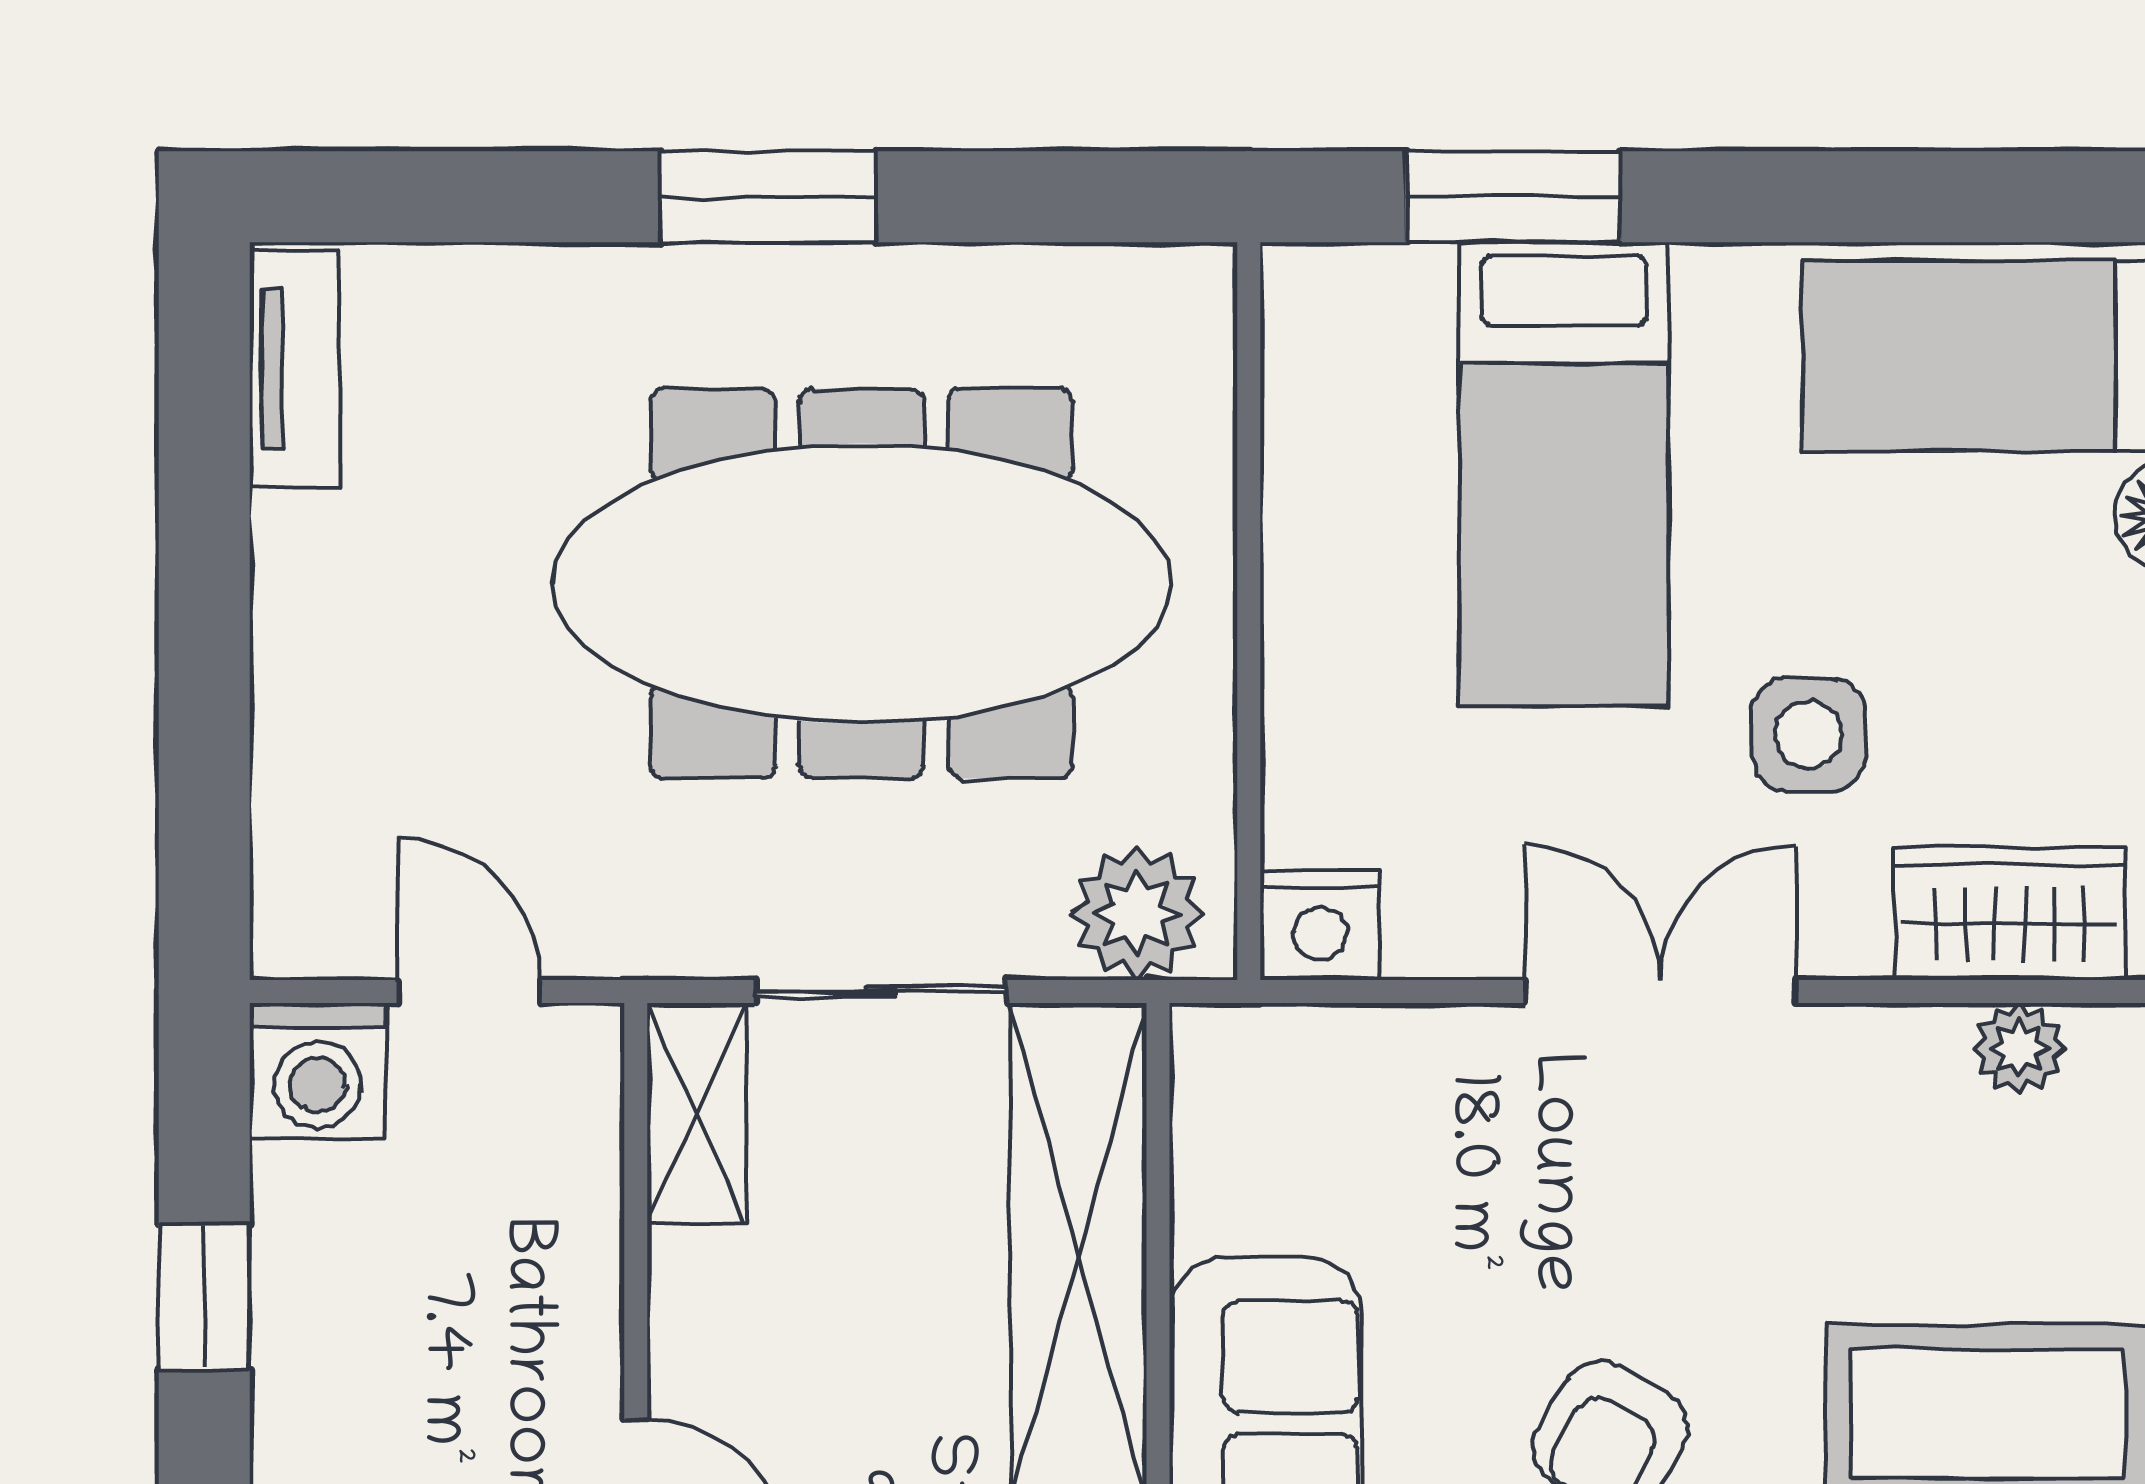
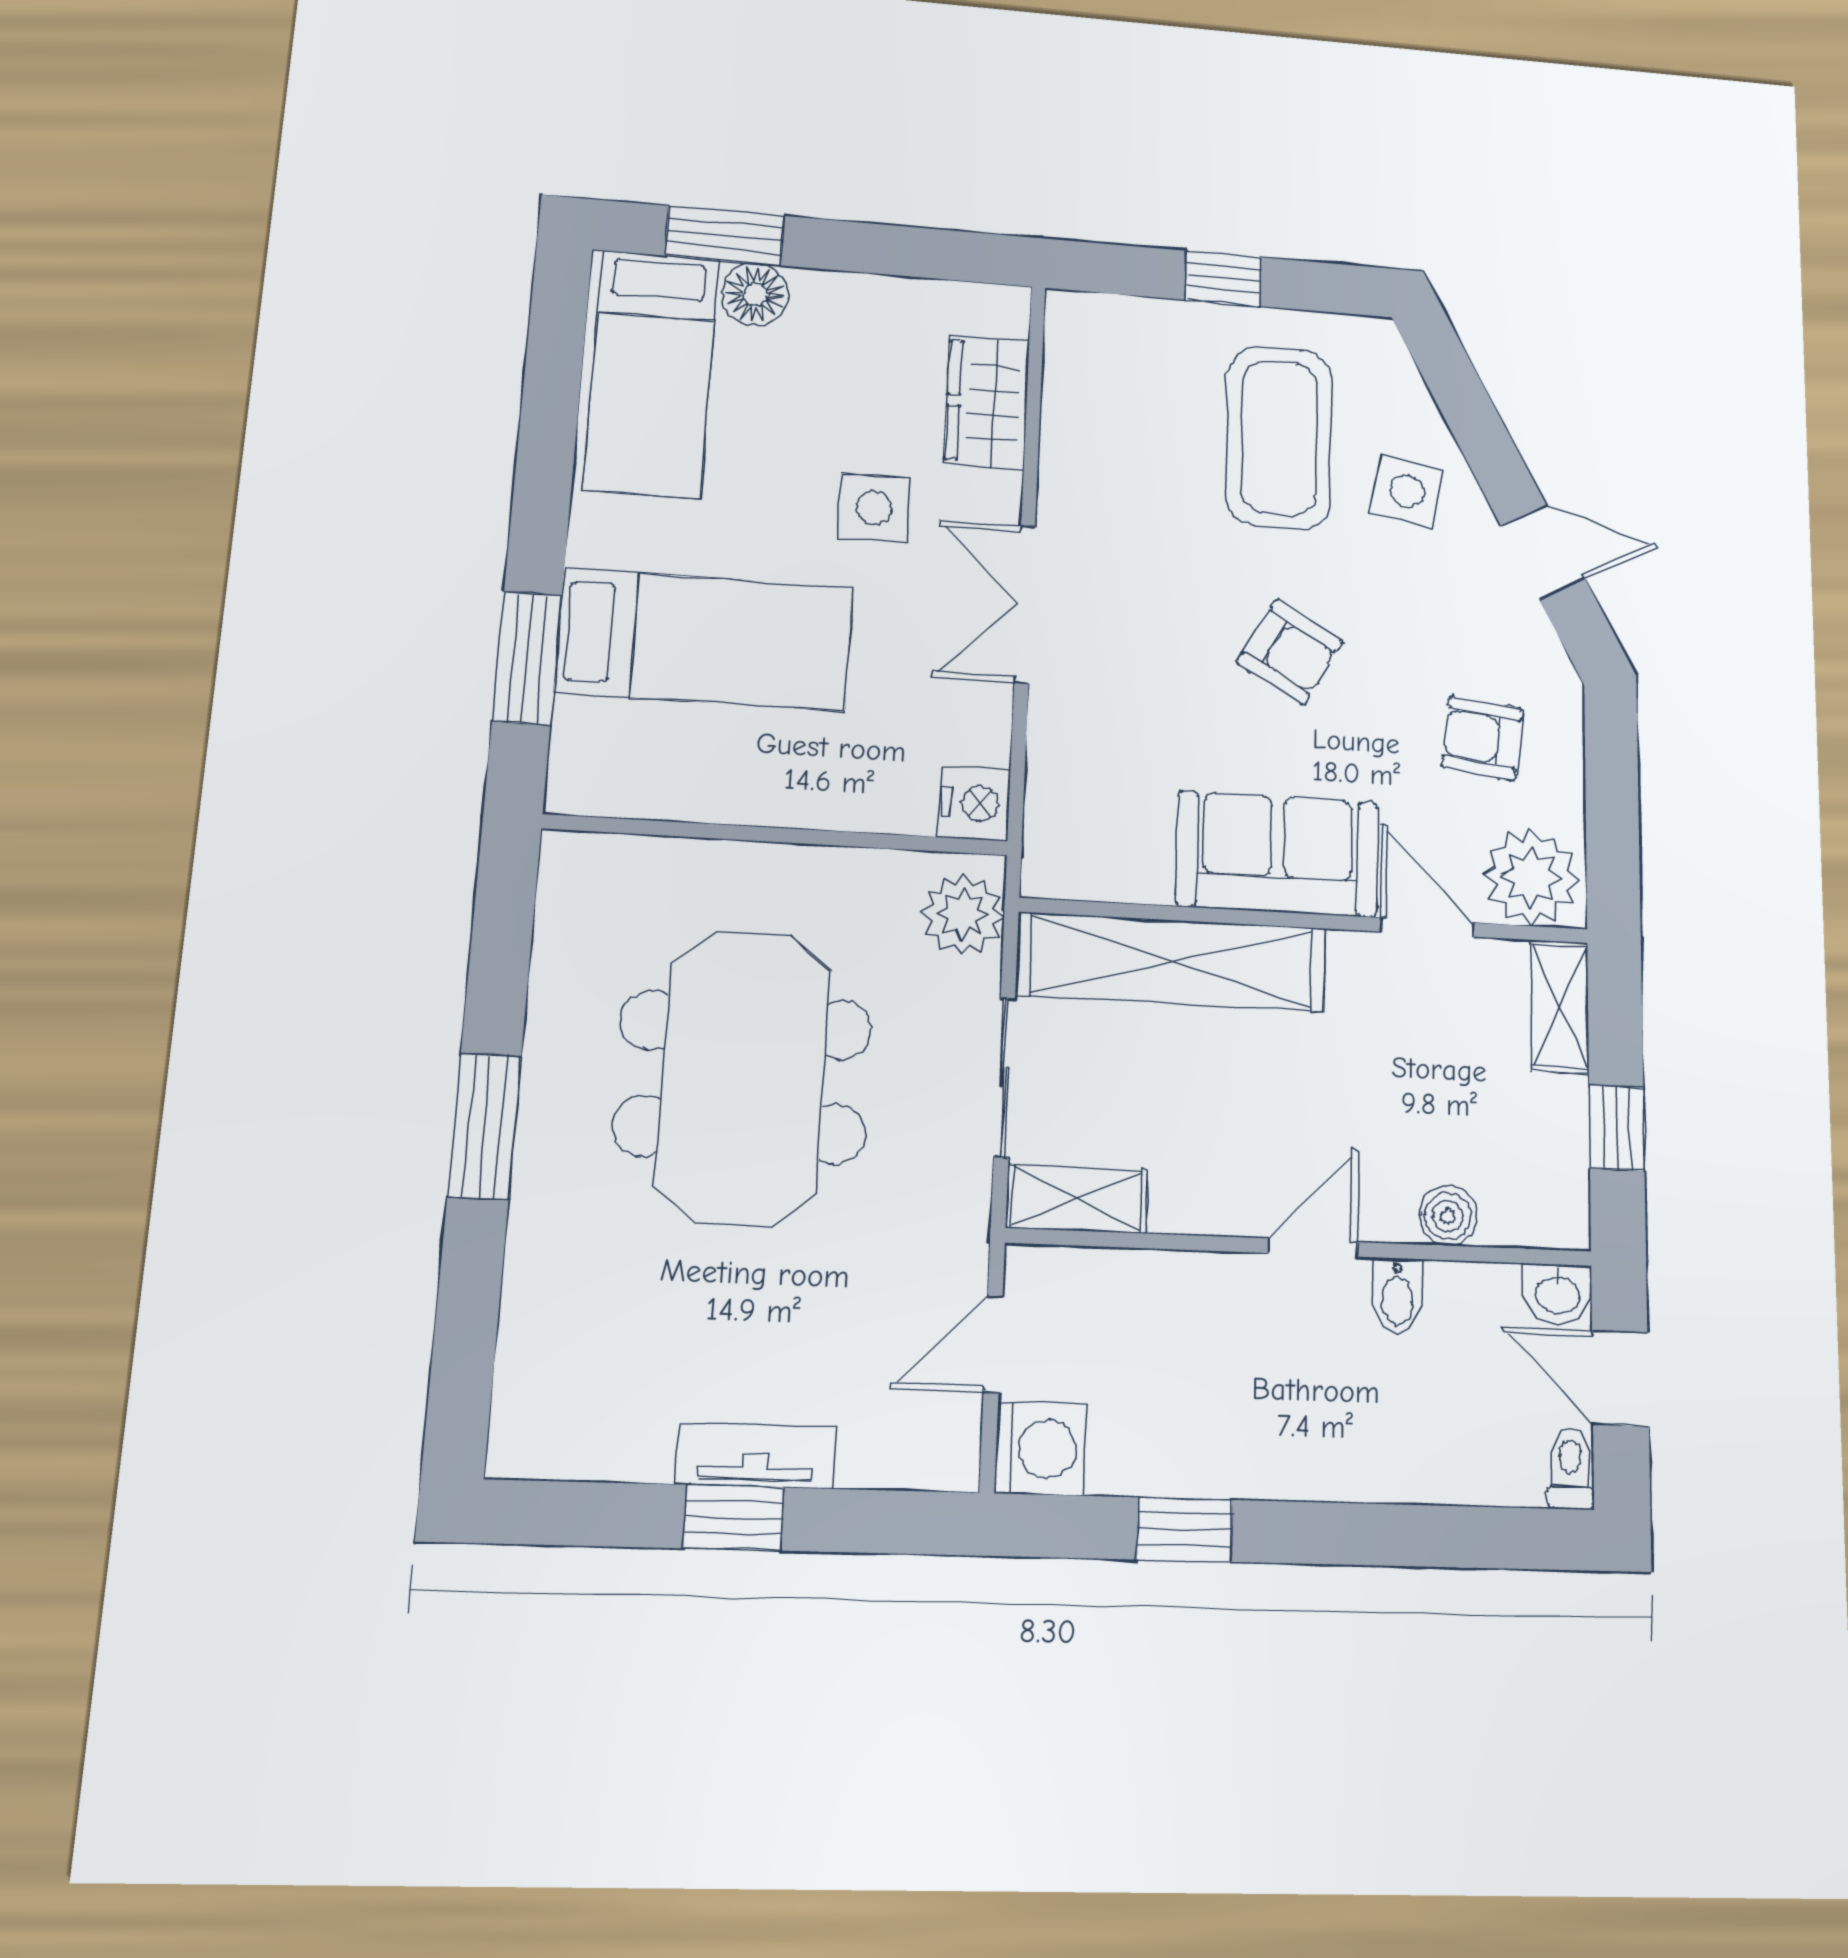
tv unit: (295, 368) -> (756, 1456), moved
meeting table: (862, 584) -> (743, 1077), width x0.73
window: (204, 614) -> (734, 1518), added
plant: (2019, 1048) -> (1067, 403), removed

